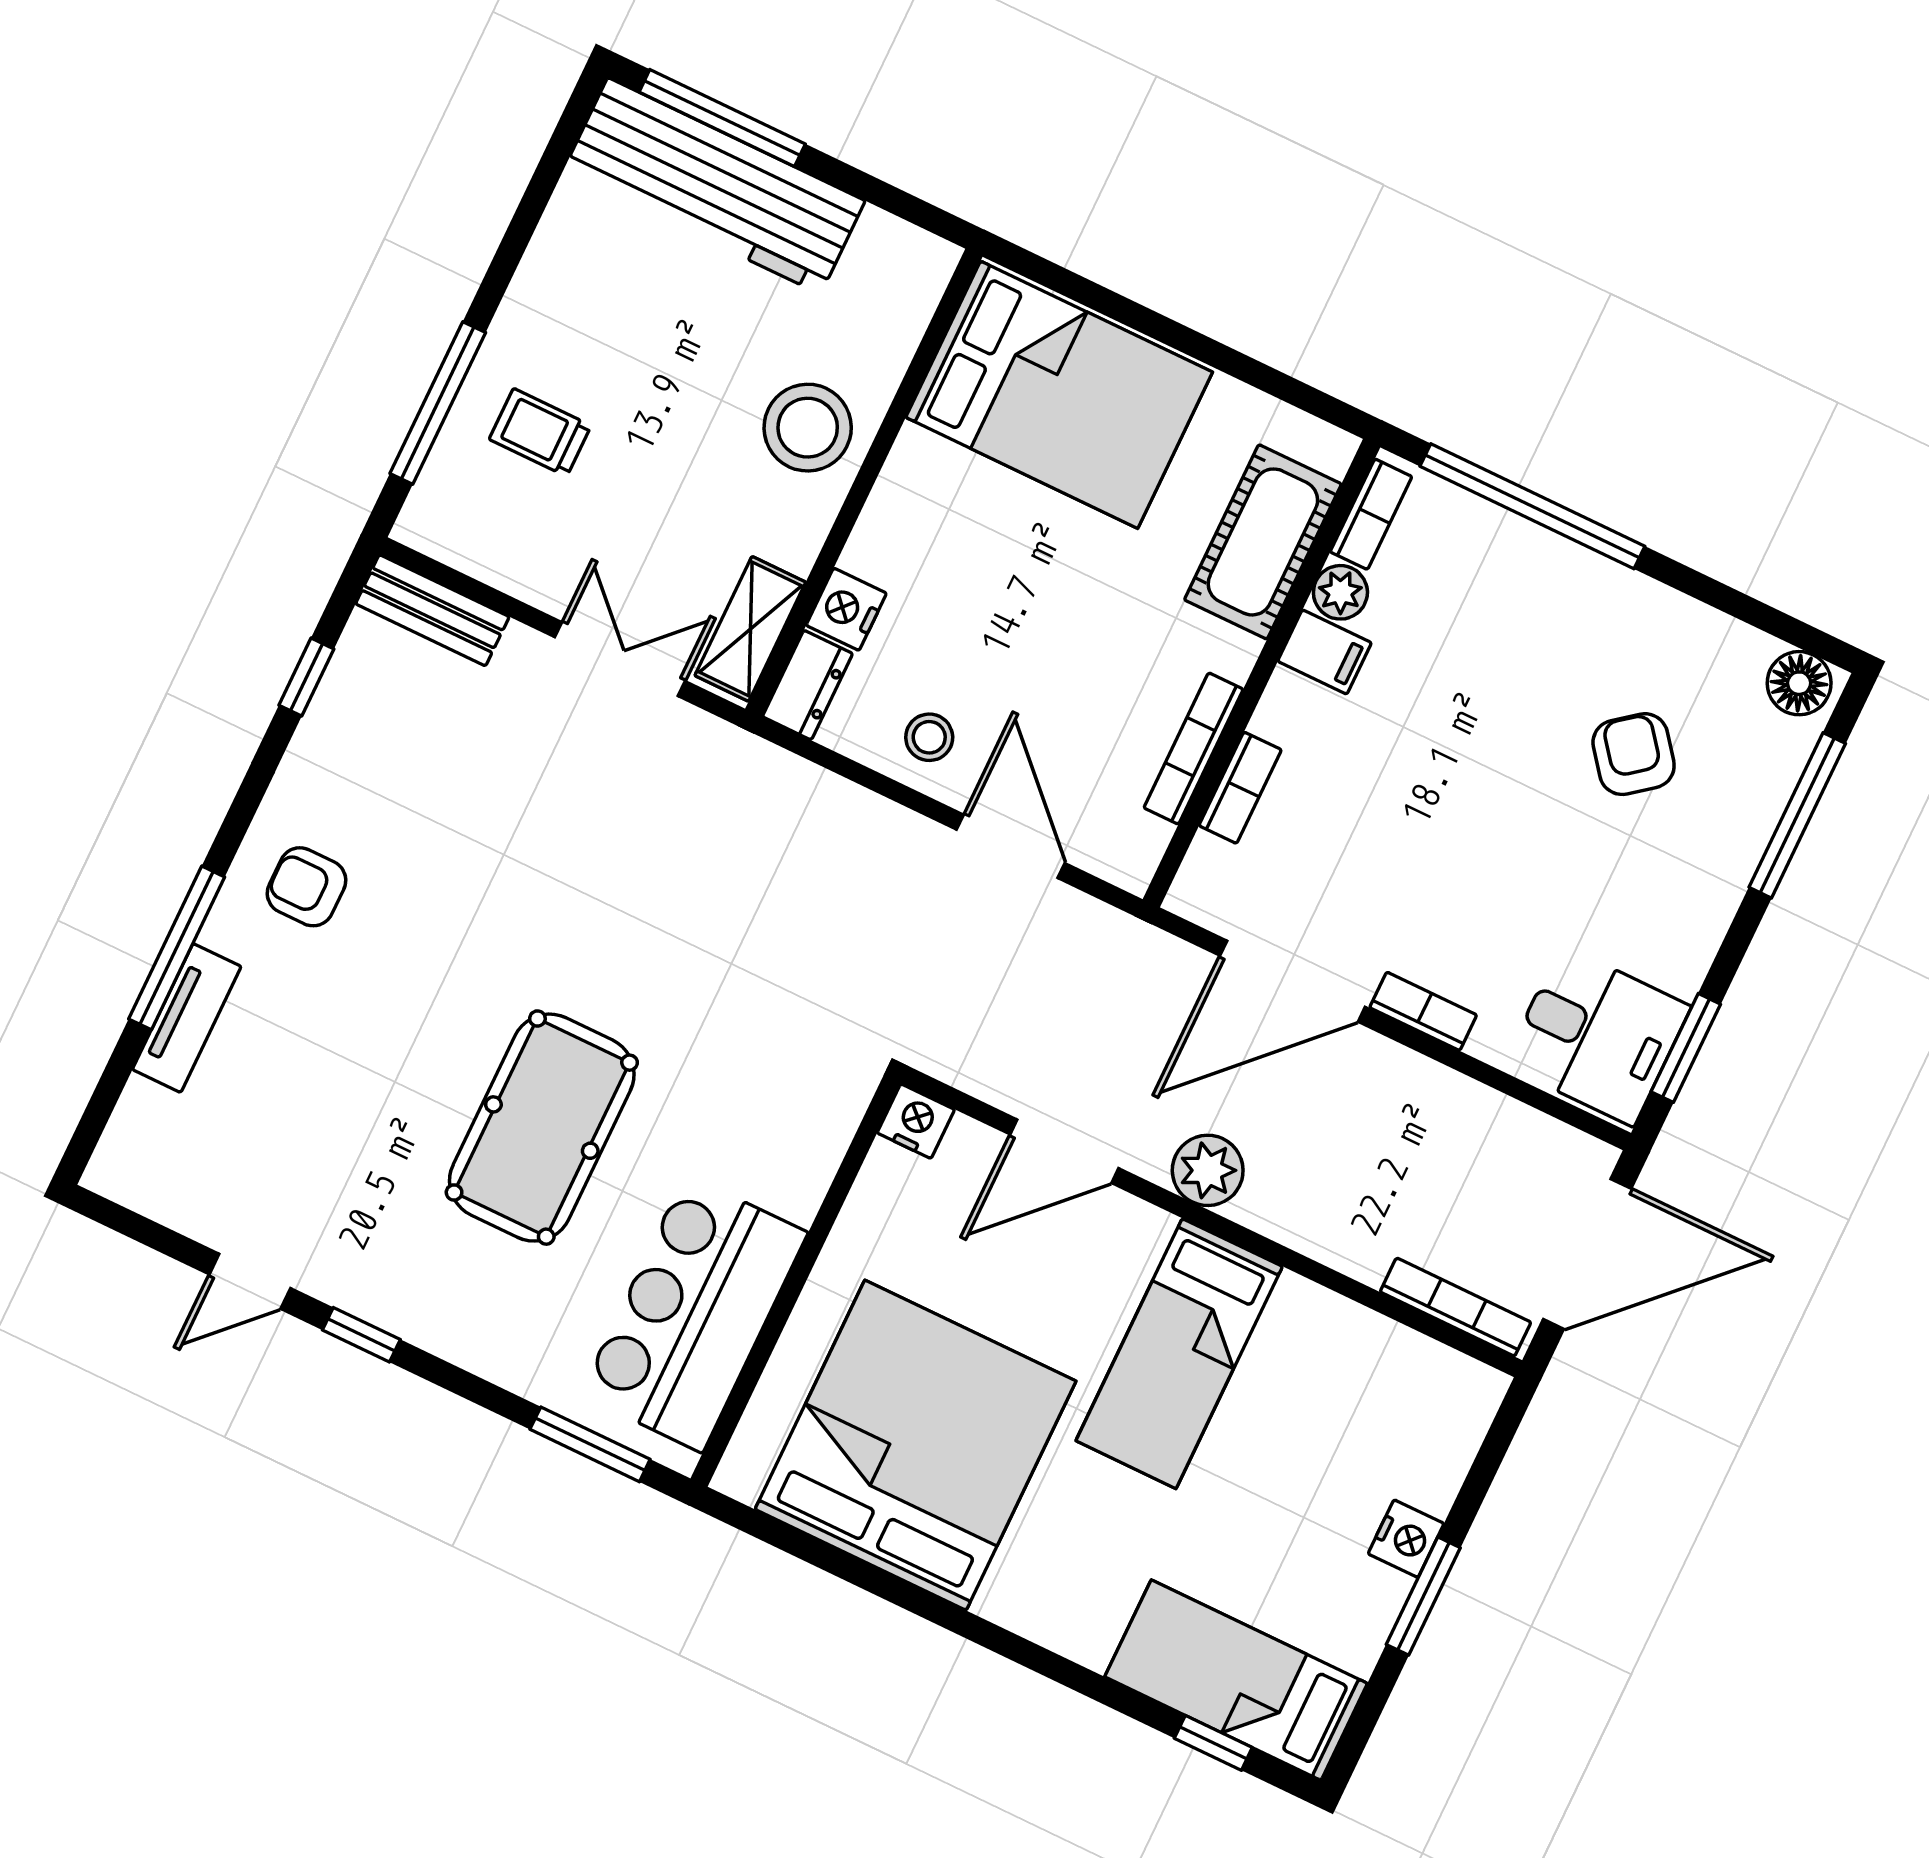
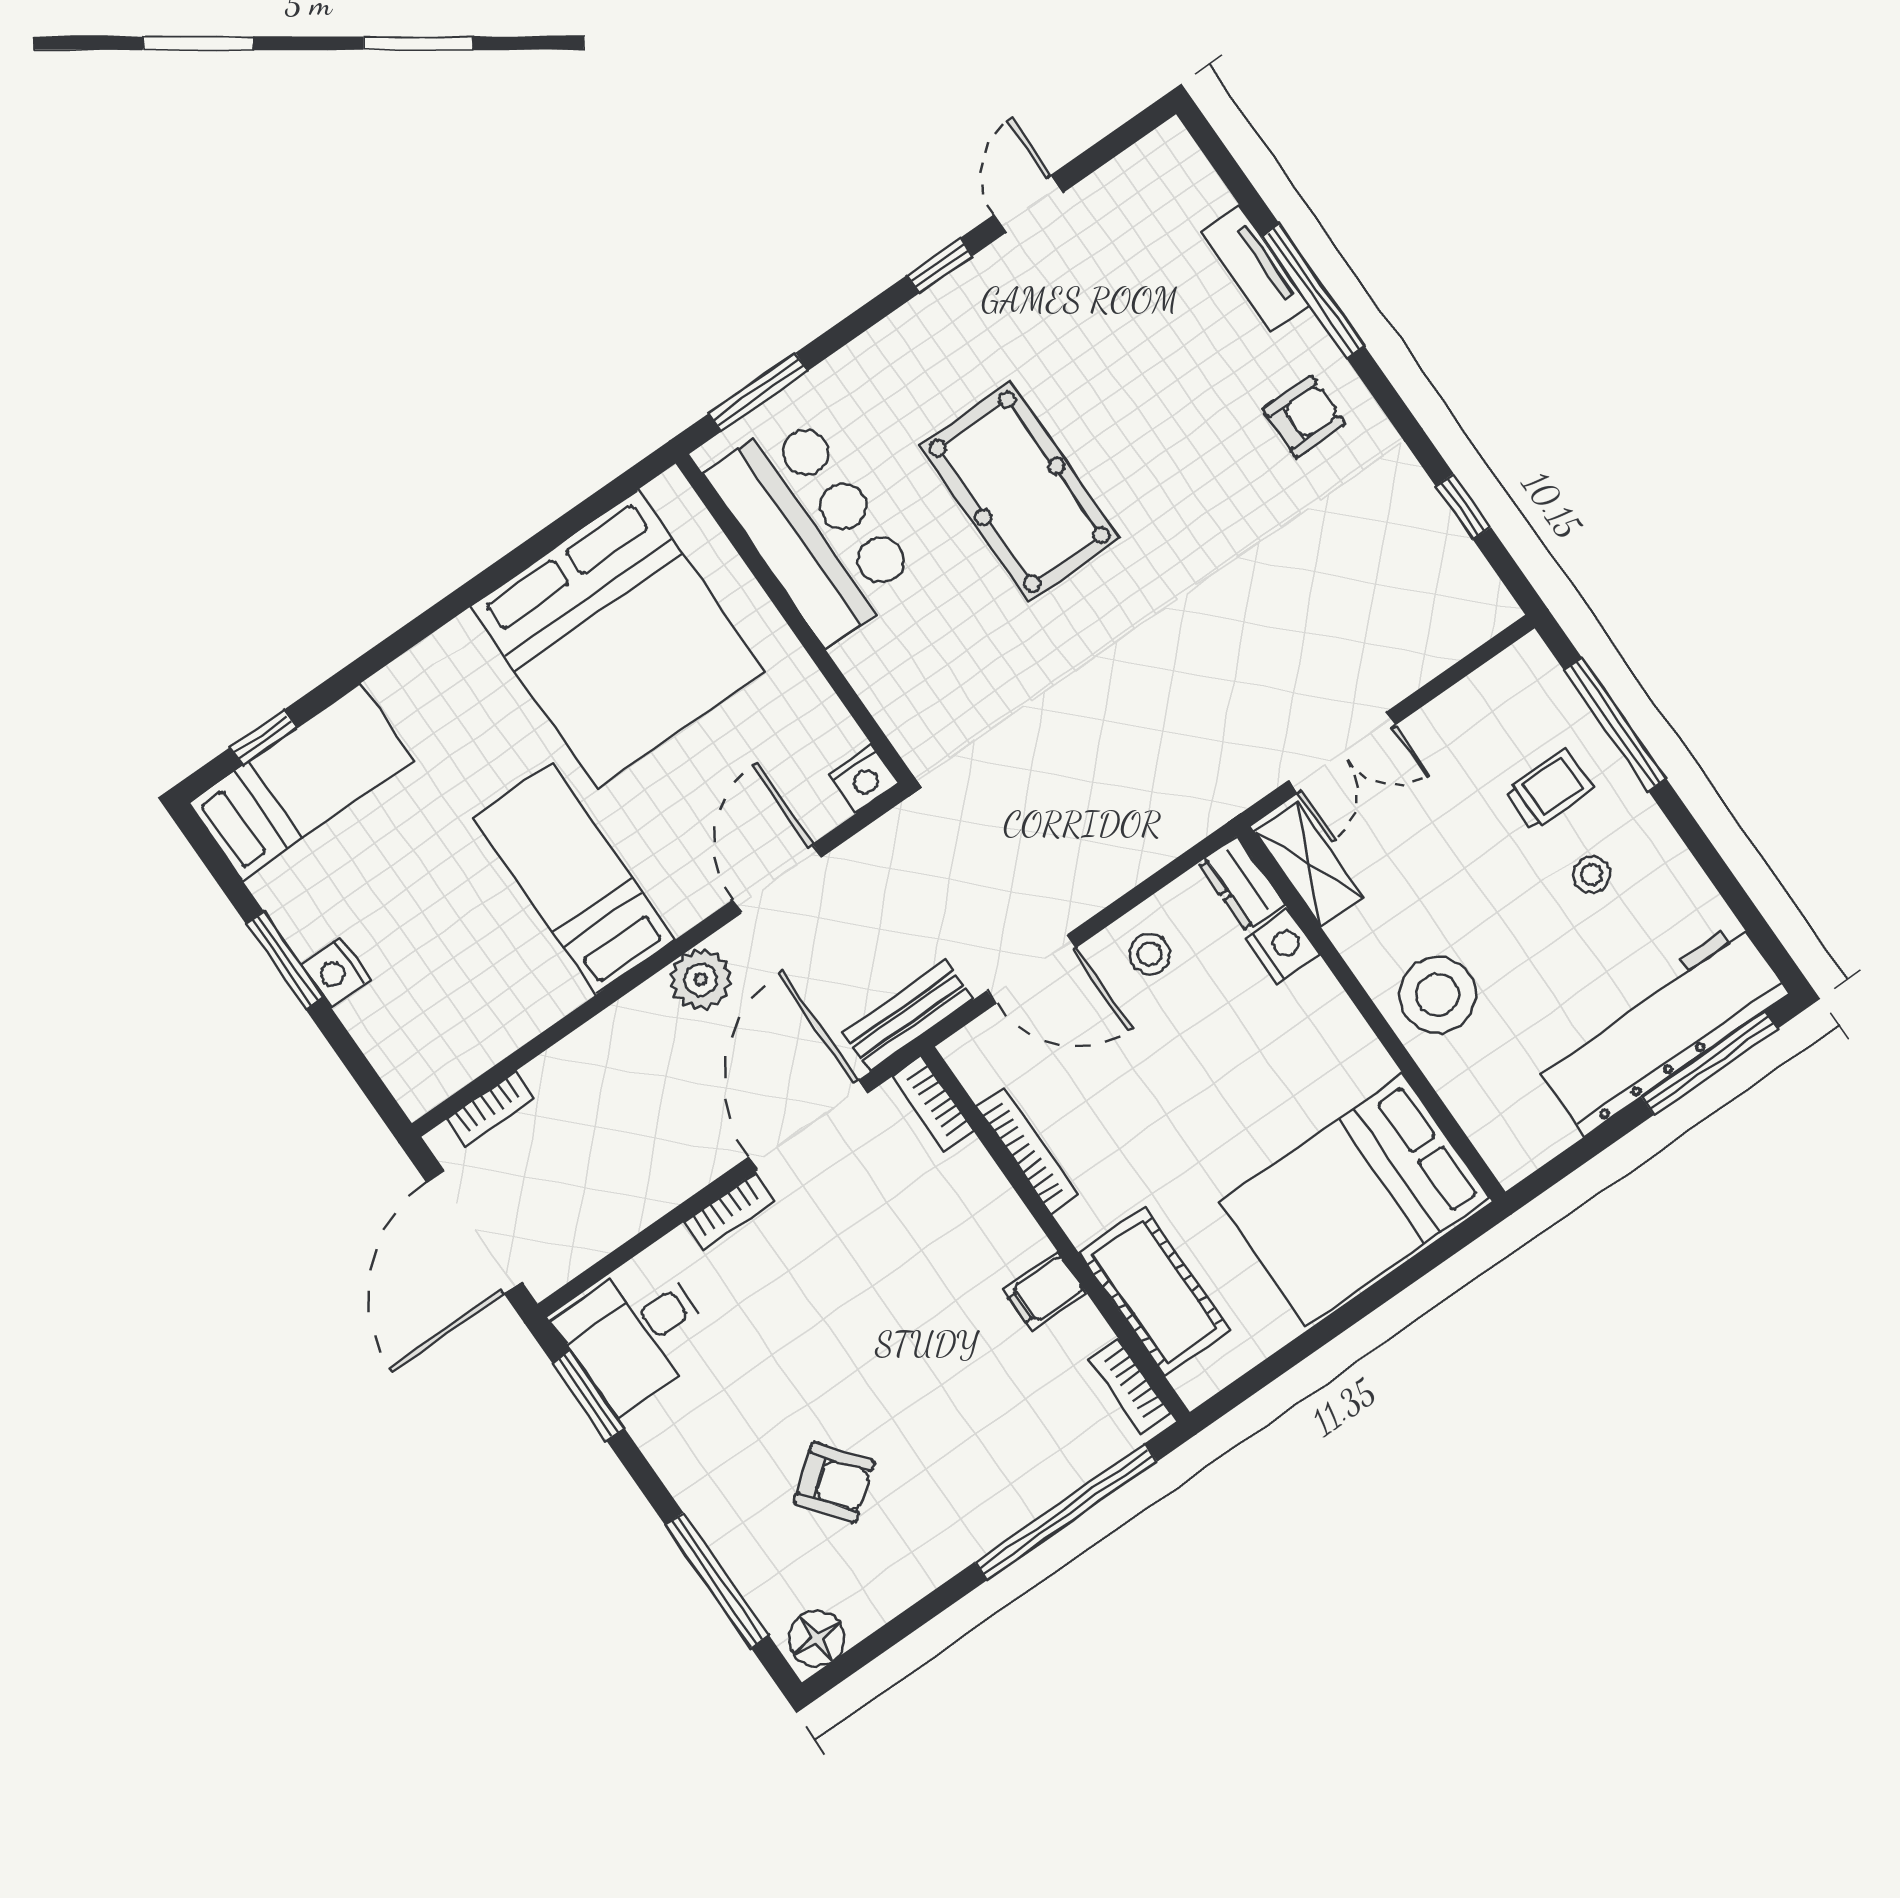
stool: (601, 342) -> (1591, 875), added
plant: (1340, 592) -> (1083, 1329), removed
bench: (432, 610) -> (908, 1016), moved
bookcase: (1240, 788) -> (932, 1104), moved
bookcase: (1455, 1307) -> (490, 1109), width x0.64

